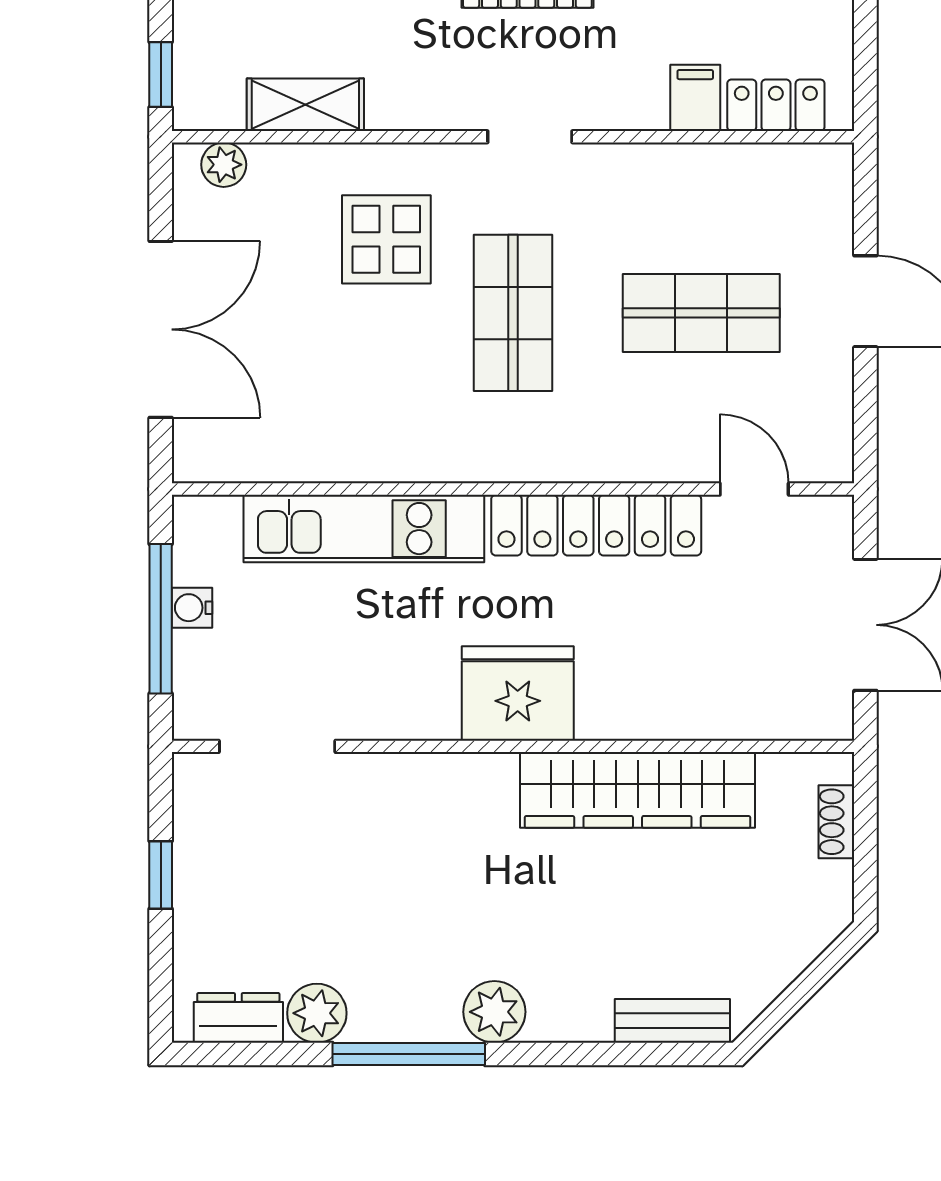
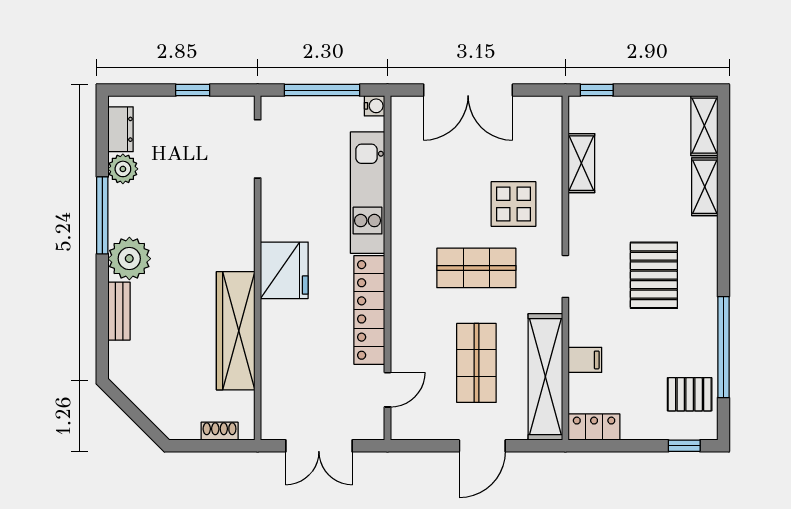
locker: (776, 105) -> (594, 427), moved, turned -90
plant: (224, 165) -> (551, 122), removed
shelving: (728, 176) -> (545, 377), added
water cooler: (192, 608) -> (374, 106), moved, turned 90
plant: (494, 1012) -> (129, 259), width x1.36, depth x1.36
bench: (672, 1021) -> (119, 311), moved

